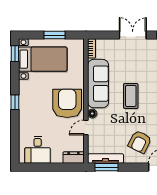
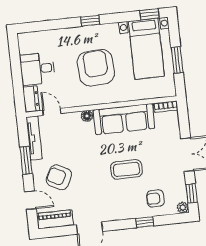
coffee table: (131, 96) -> (126, 169), moved
armchair: (67, 103) -> (96, 68), moved, turned -93
door: (86, 127) -> (52, 112), moved
desk: (38, 150) -> (37, 69), moved
window: (107, 167) -> (26, 160), moved

